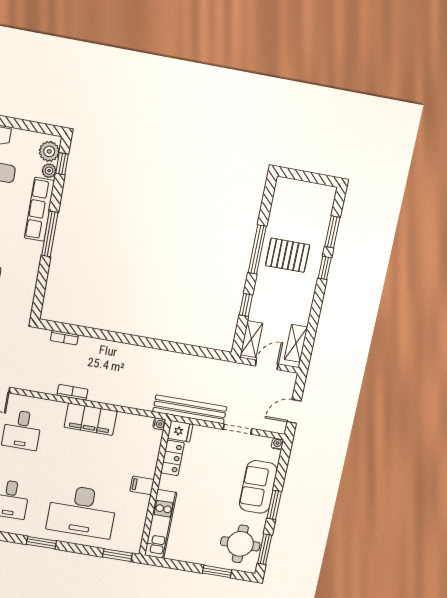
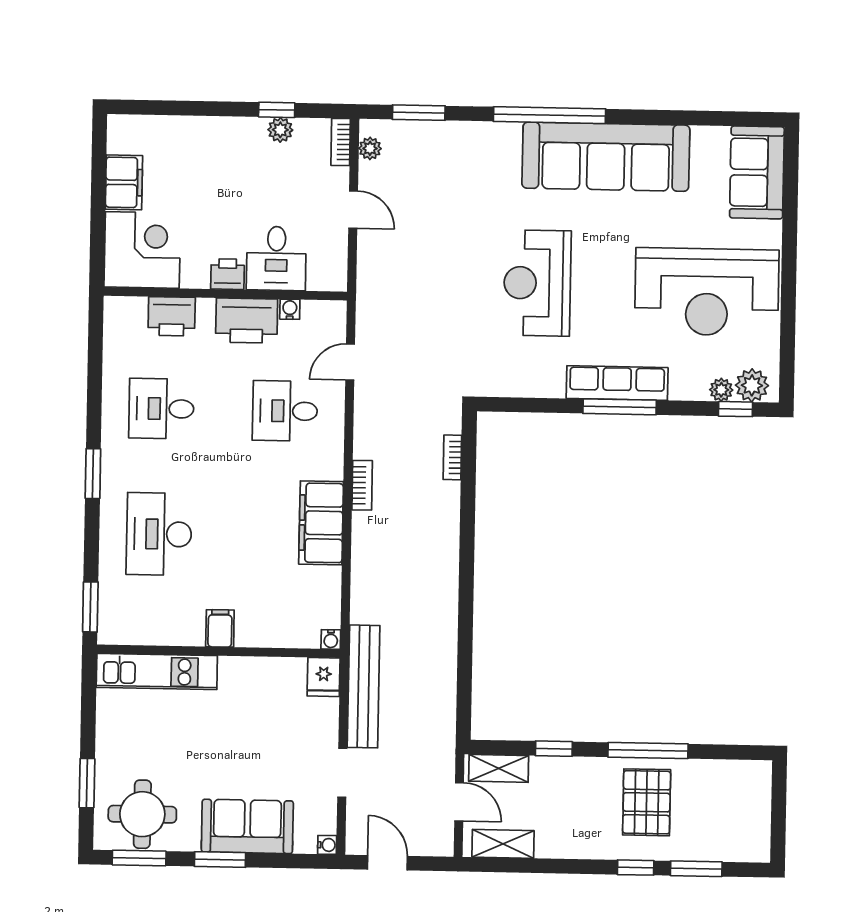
row of seats: (39, 209) -> (617, 383), moved
locker: (172, 458) -> (276, 672), removed
desk: (82, 511) -> (159, 534), width x0.73, depth x0.77

